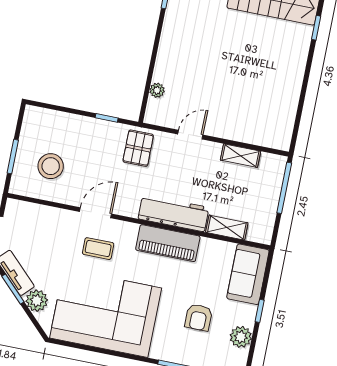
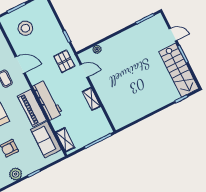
door: (190, 135) -> (84, 71), moved
pallet: (138, 148) -> (64, 61), turned 90
shelving: (241, 156) -> (91, 99), moved
shelving: (227, 228) -> (65, 140), moved
sofa: (248, 274) -> (46, 140), moved, turned -90

